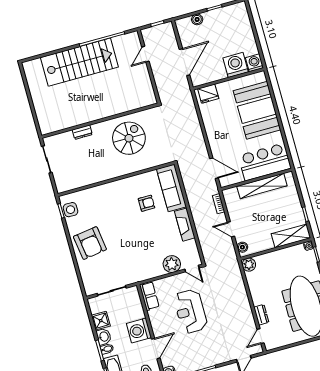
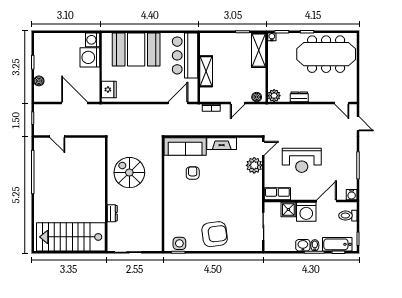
stairs: (79, 62) -> (71, 237), moved, turned -90
shelving: (262, 186) -> (206, 71), width x0.68
dresser: (261, 315) -> (299, 97), moved
shower: (101, 321) -> (288, 209), moved
door: (156, 349) -> (327, 201), hinge flipped

